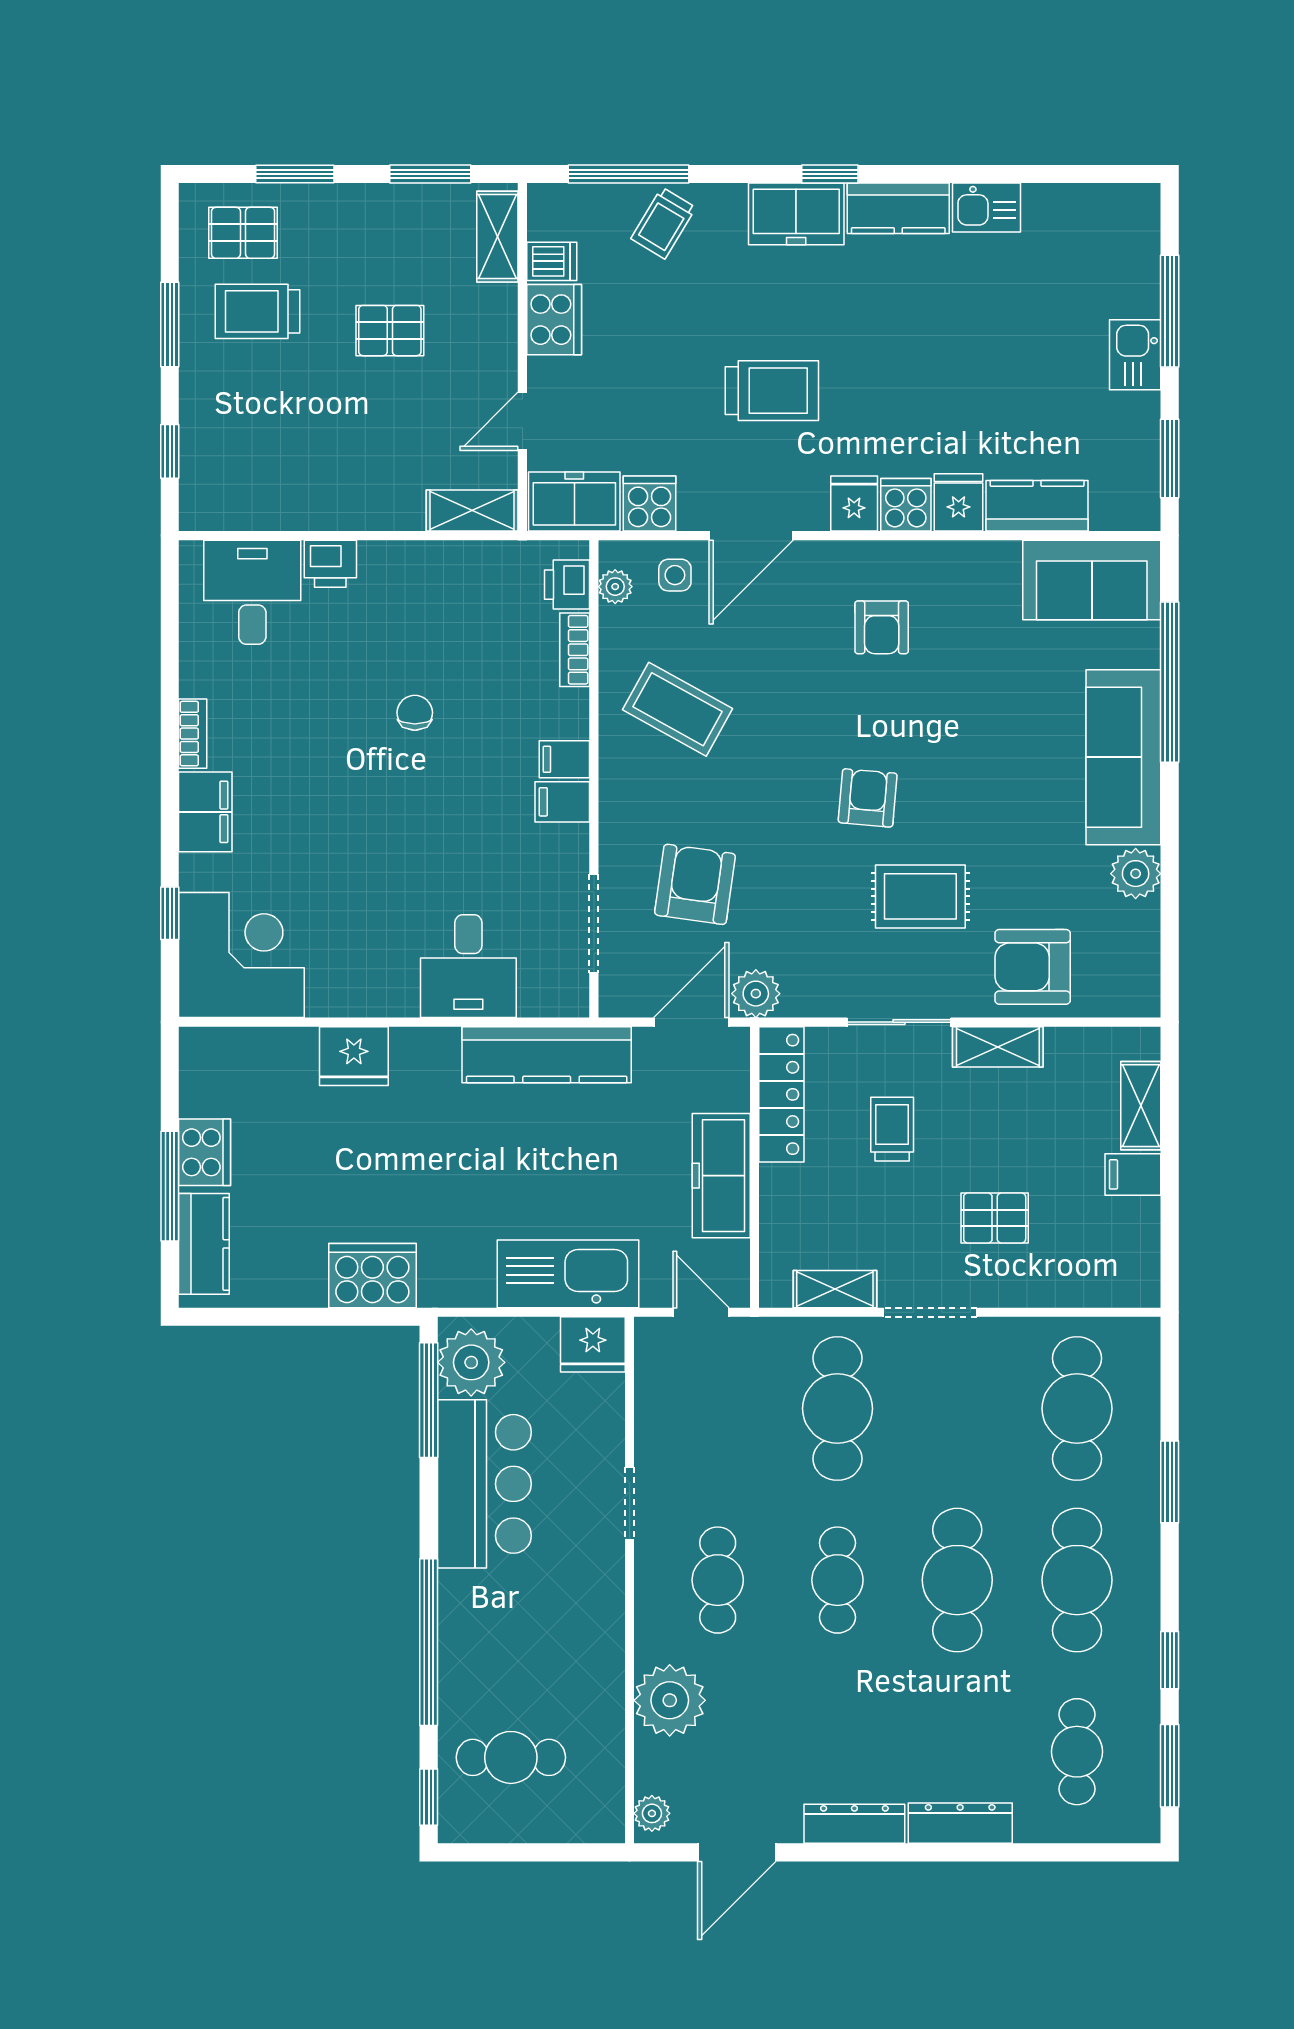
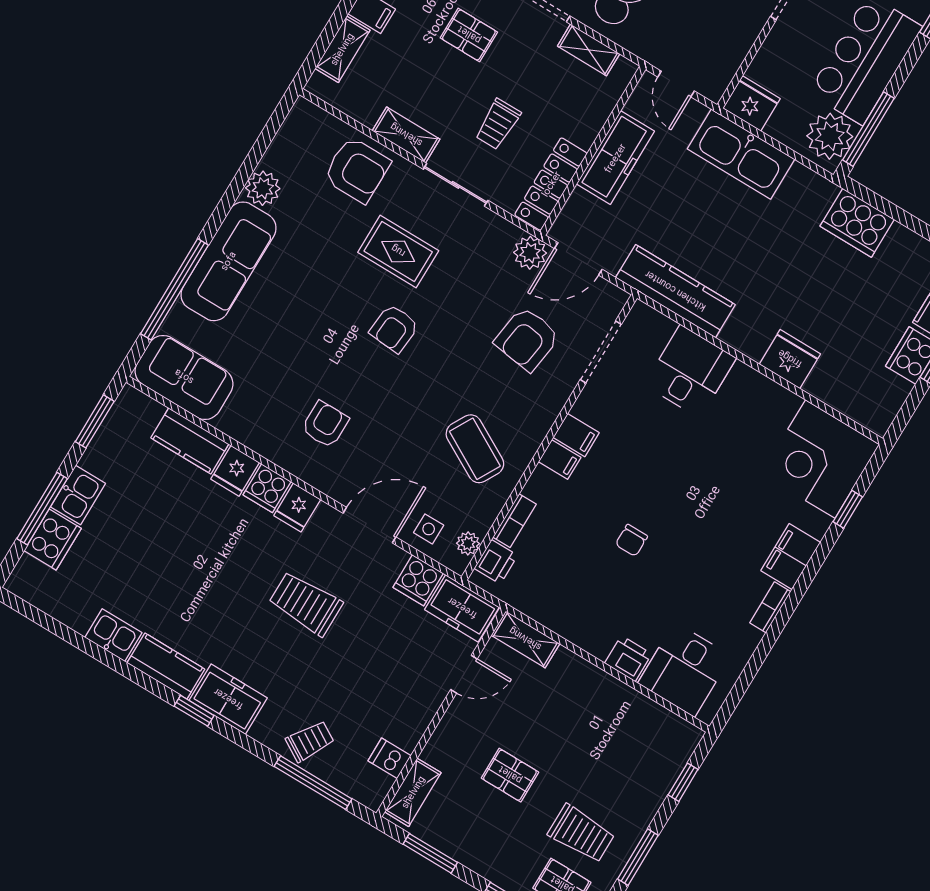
cooker: (554, 320) -> (53, 539), moved, turned 180

